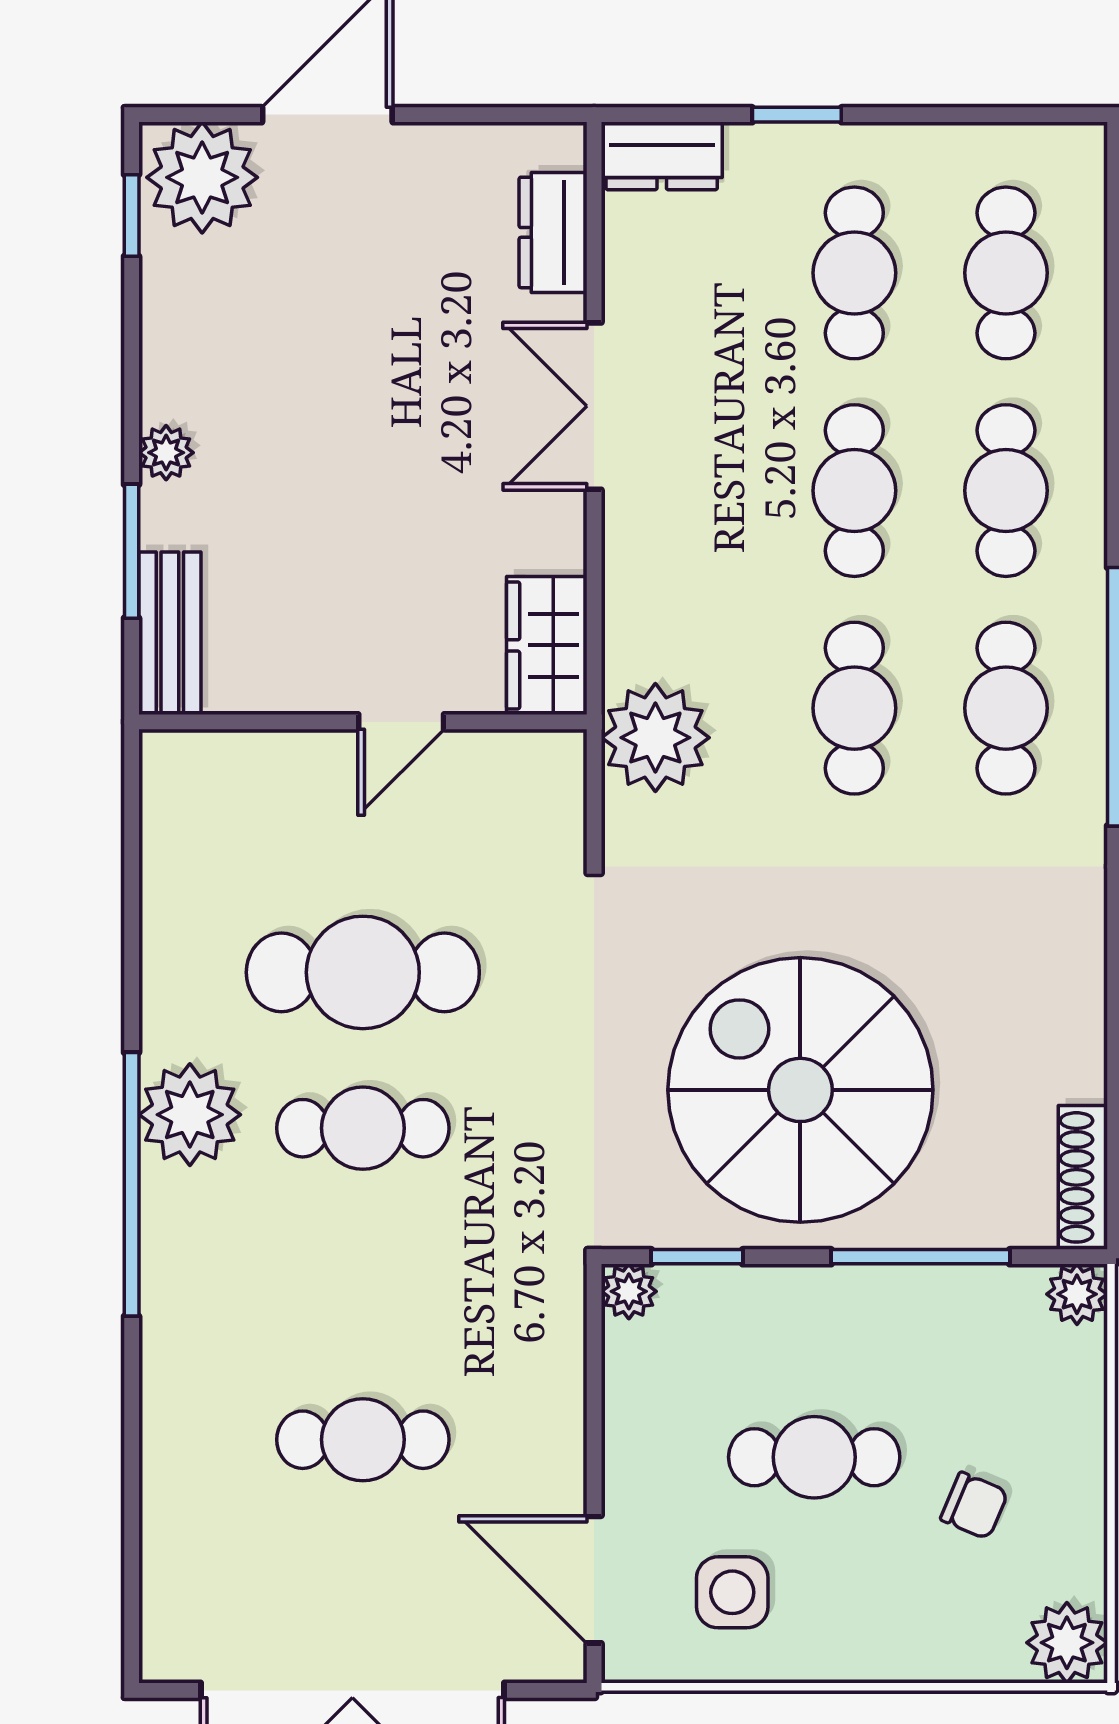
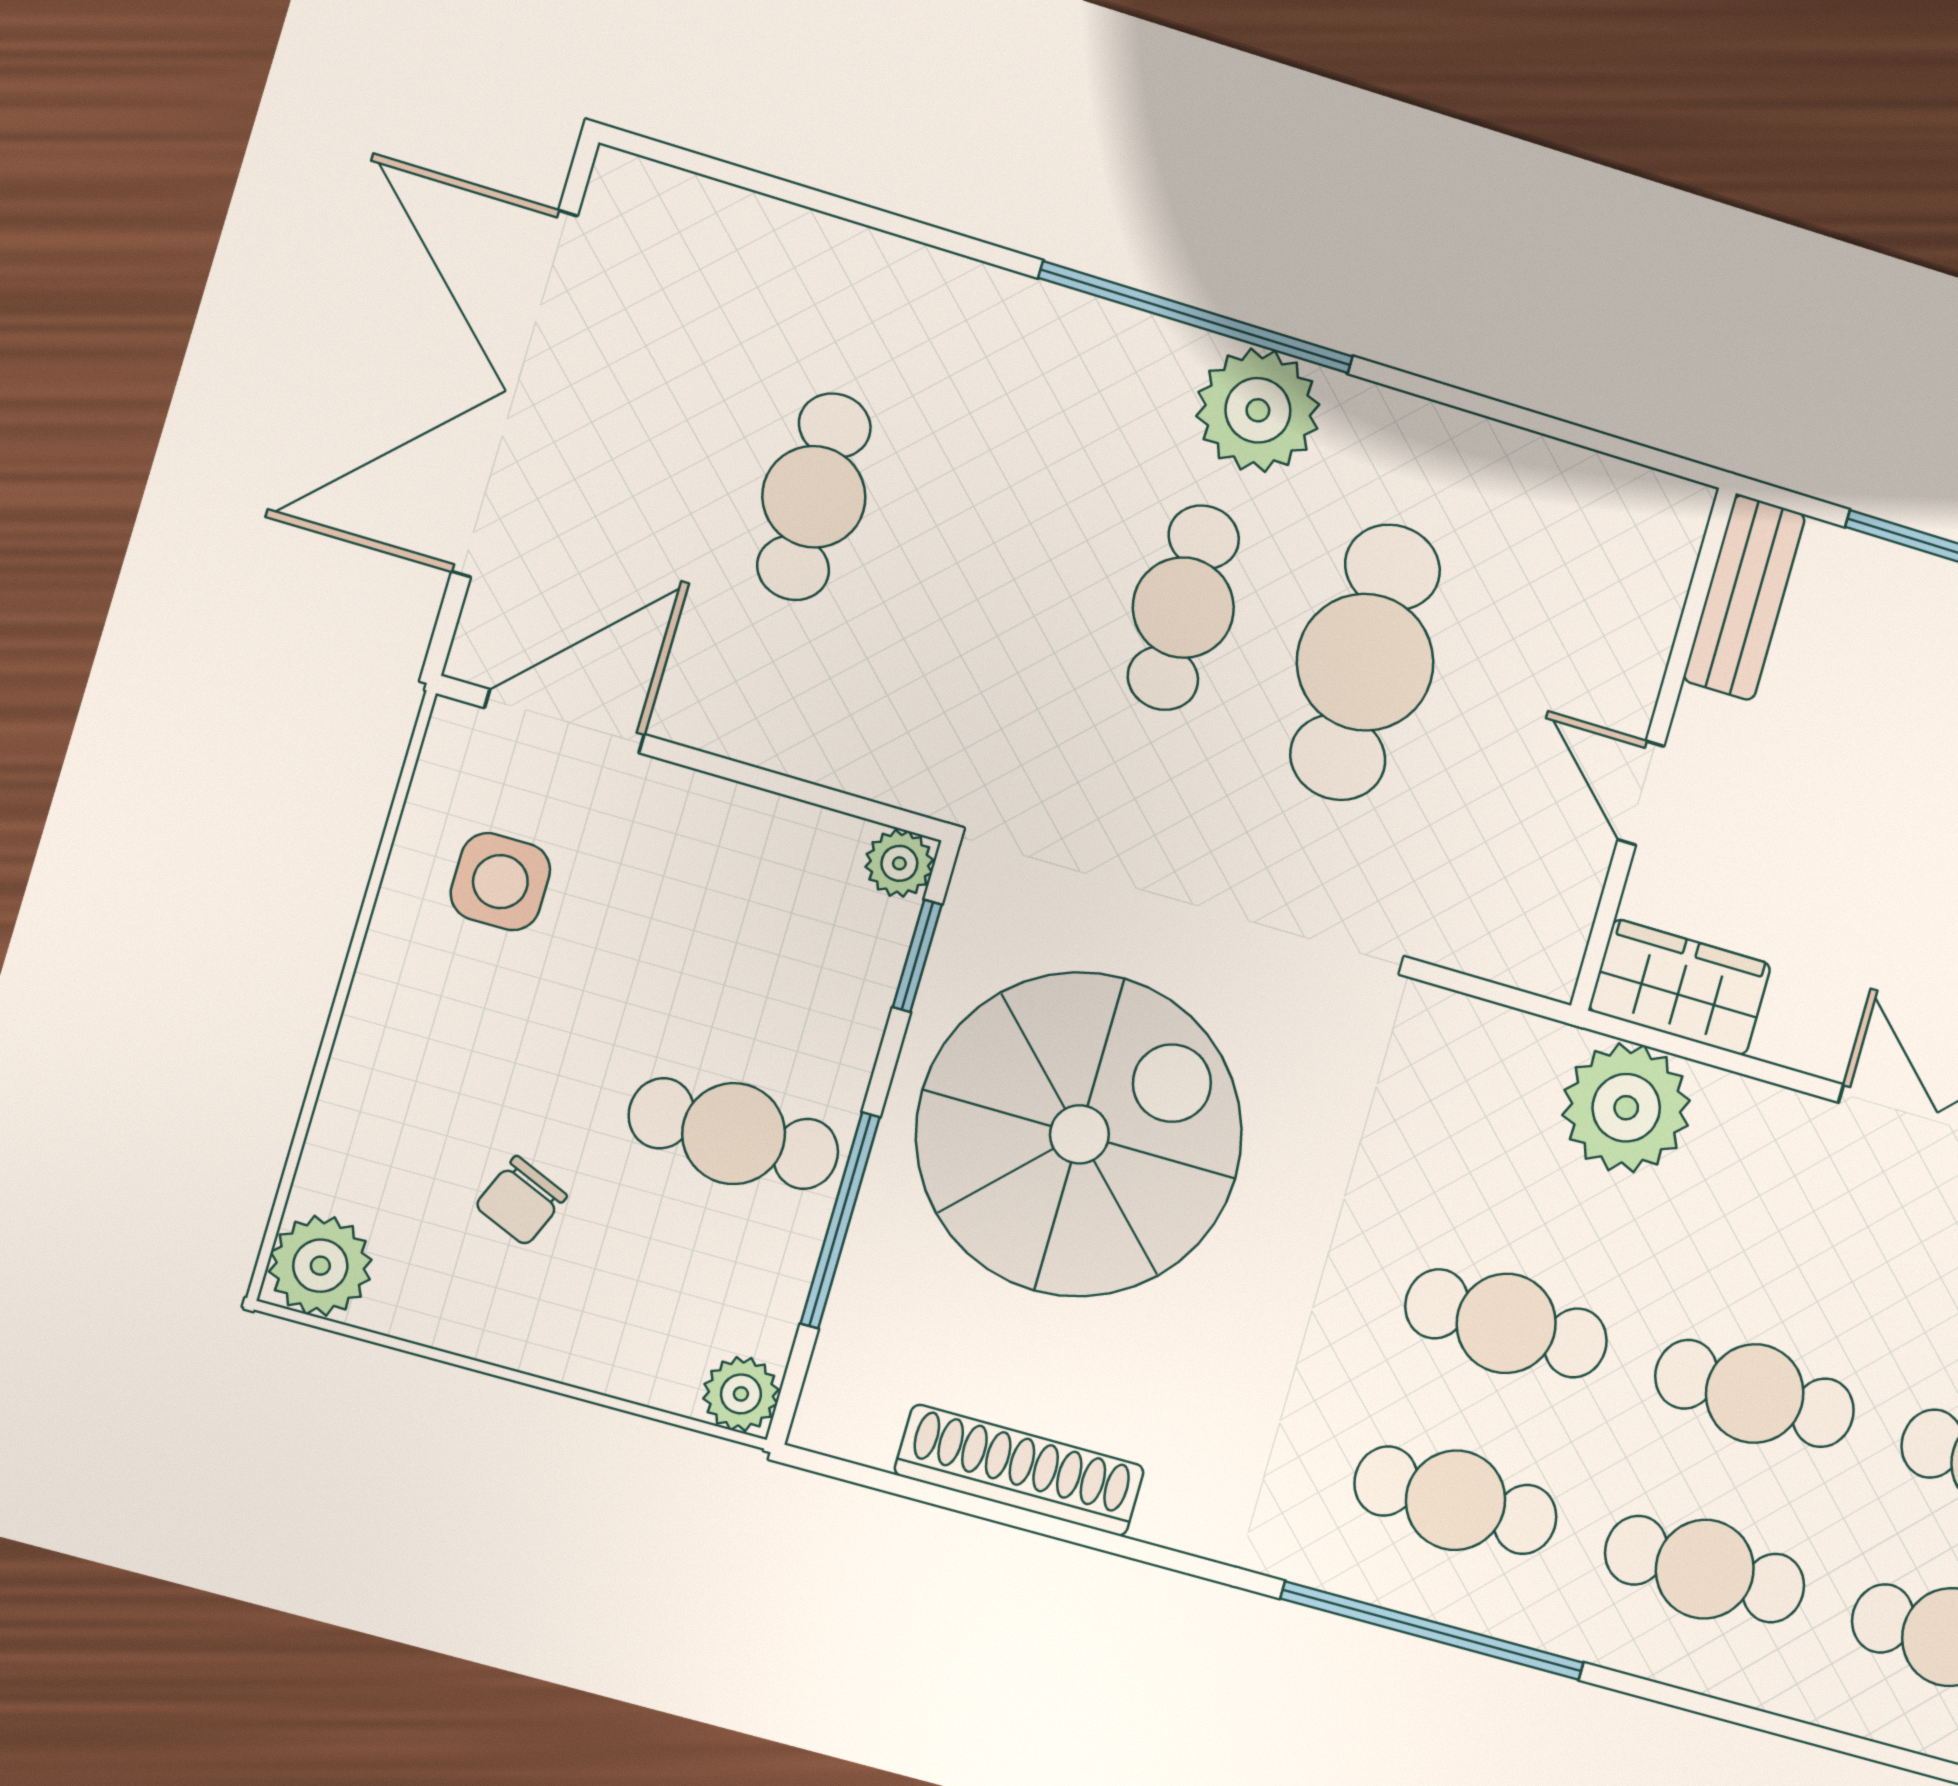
bench: (170, 633) -> (1744, 597), moved, turned 90
plant: (655, 738) -> (1626, 1108), moved
shoe rack: (1083, 1177) -> (1019, 1470), moved, width x1.36, depth x1.24
cafe table: (814, 1457) -> (734, 1134), moved, turned 90

